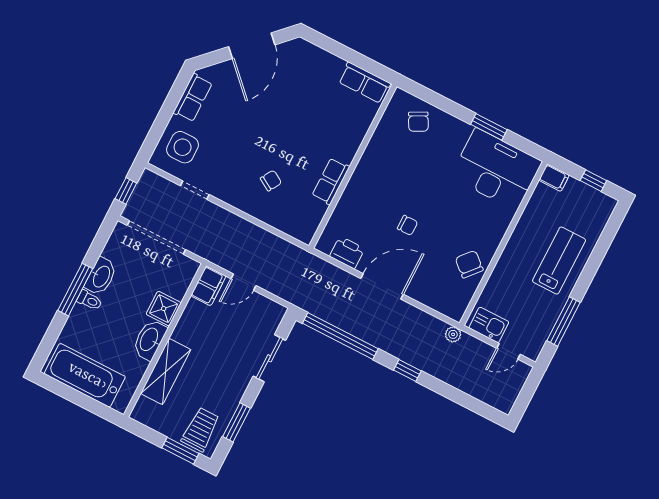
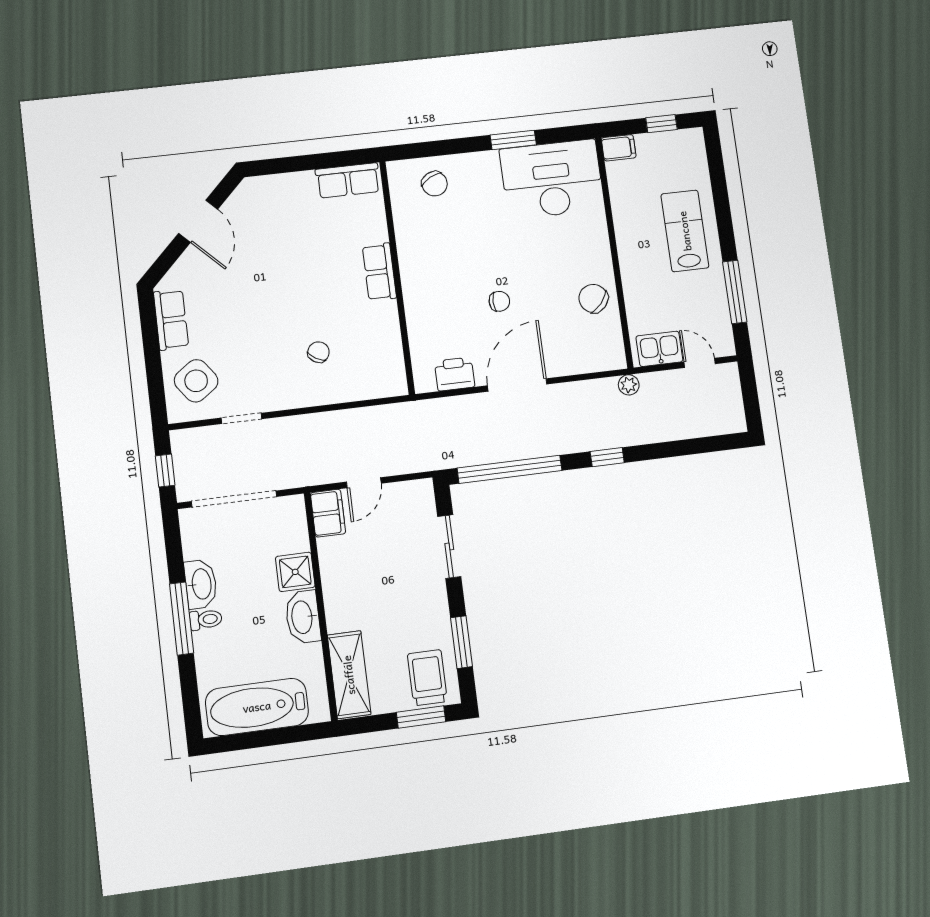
door: (252, 46) -> (198, 221), width x0.73
side table: (183, 147) -> (196, 381), turned -36
row of seats: (331, 181) -> (379, 272), moved
door: (508, 351) -> (700, 363), swing flipped
shelving: (166, 371) -> (349, 675), moved

